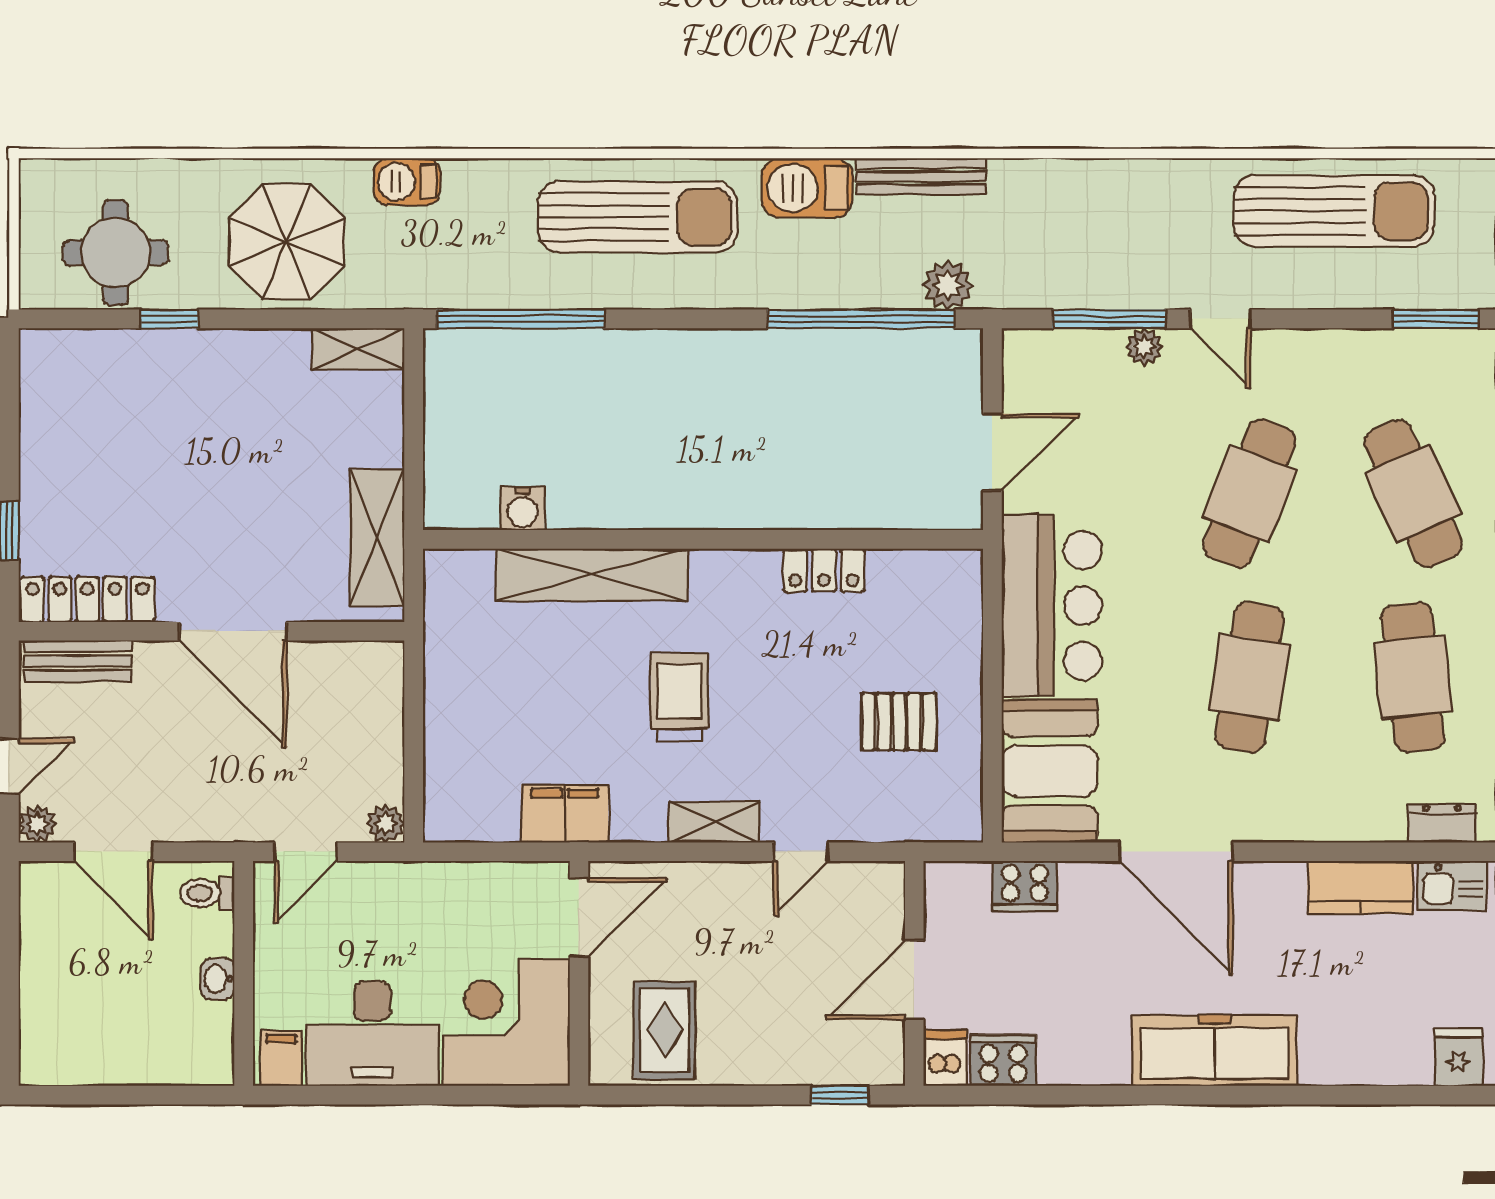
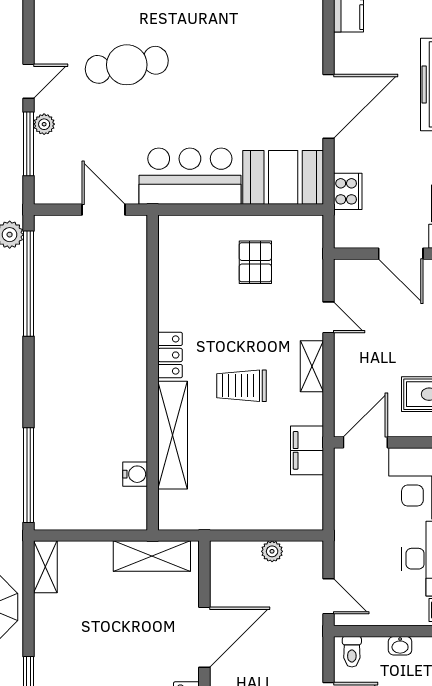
cafe table: (1250, 493) -> (127, 65), turned -30
locker: (824, 570) -> (170, 355), moved
cafe table: (1250, 677) -> (230, 65), removed
plant: (385, 824) -> (272, 551), moved
door: (579, 917) -> (365, 442), hinge flipped

